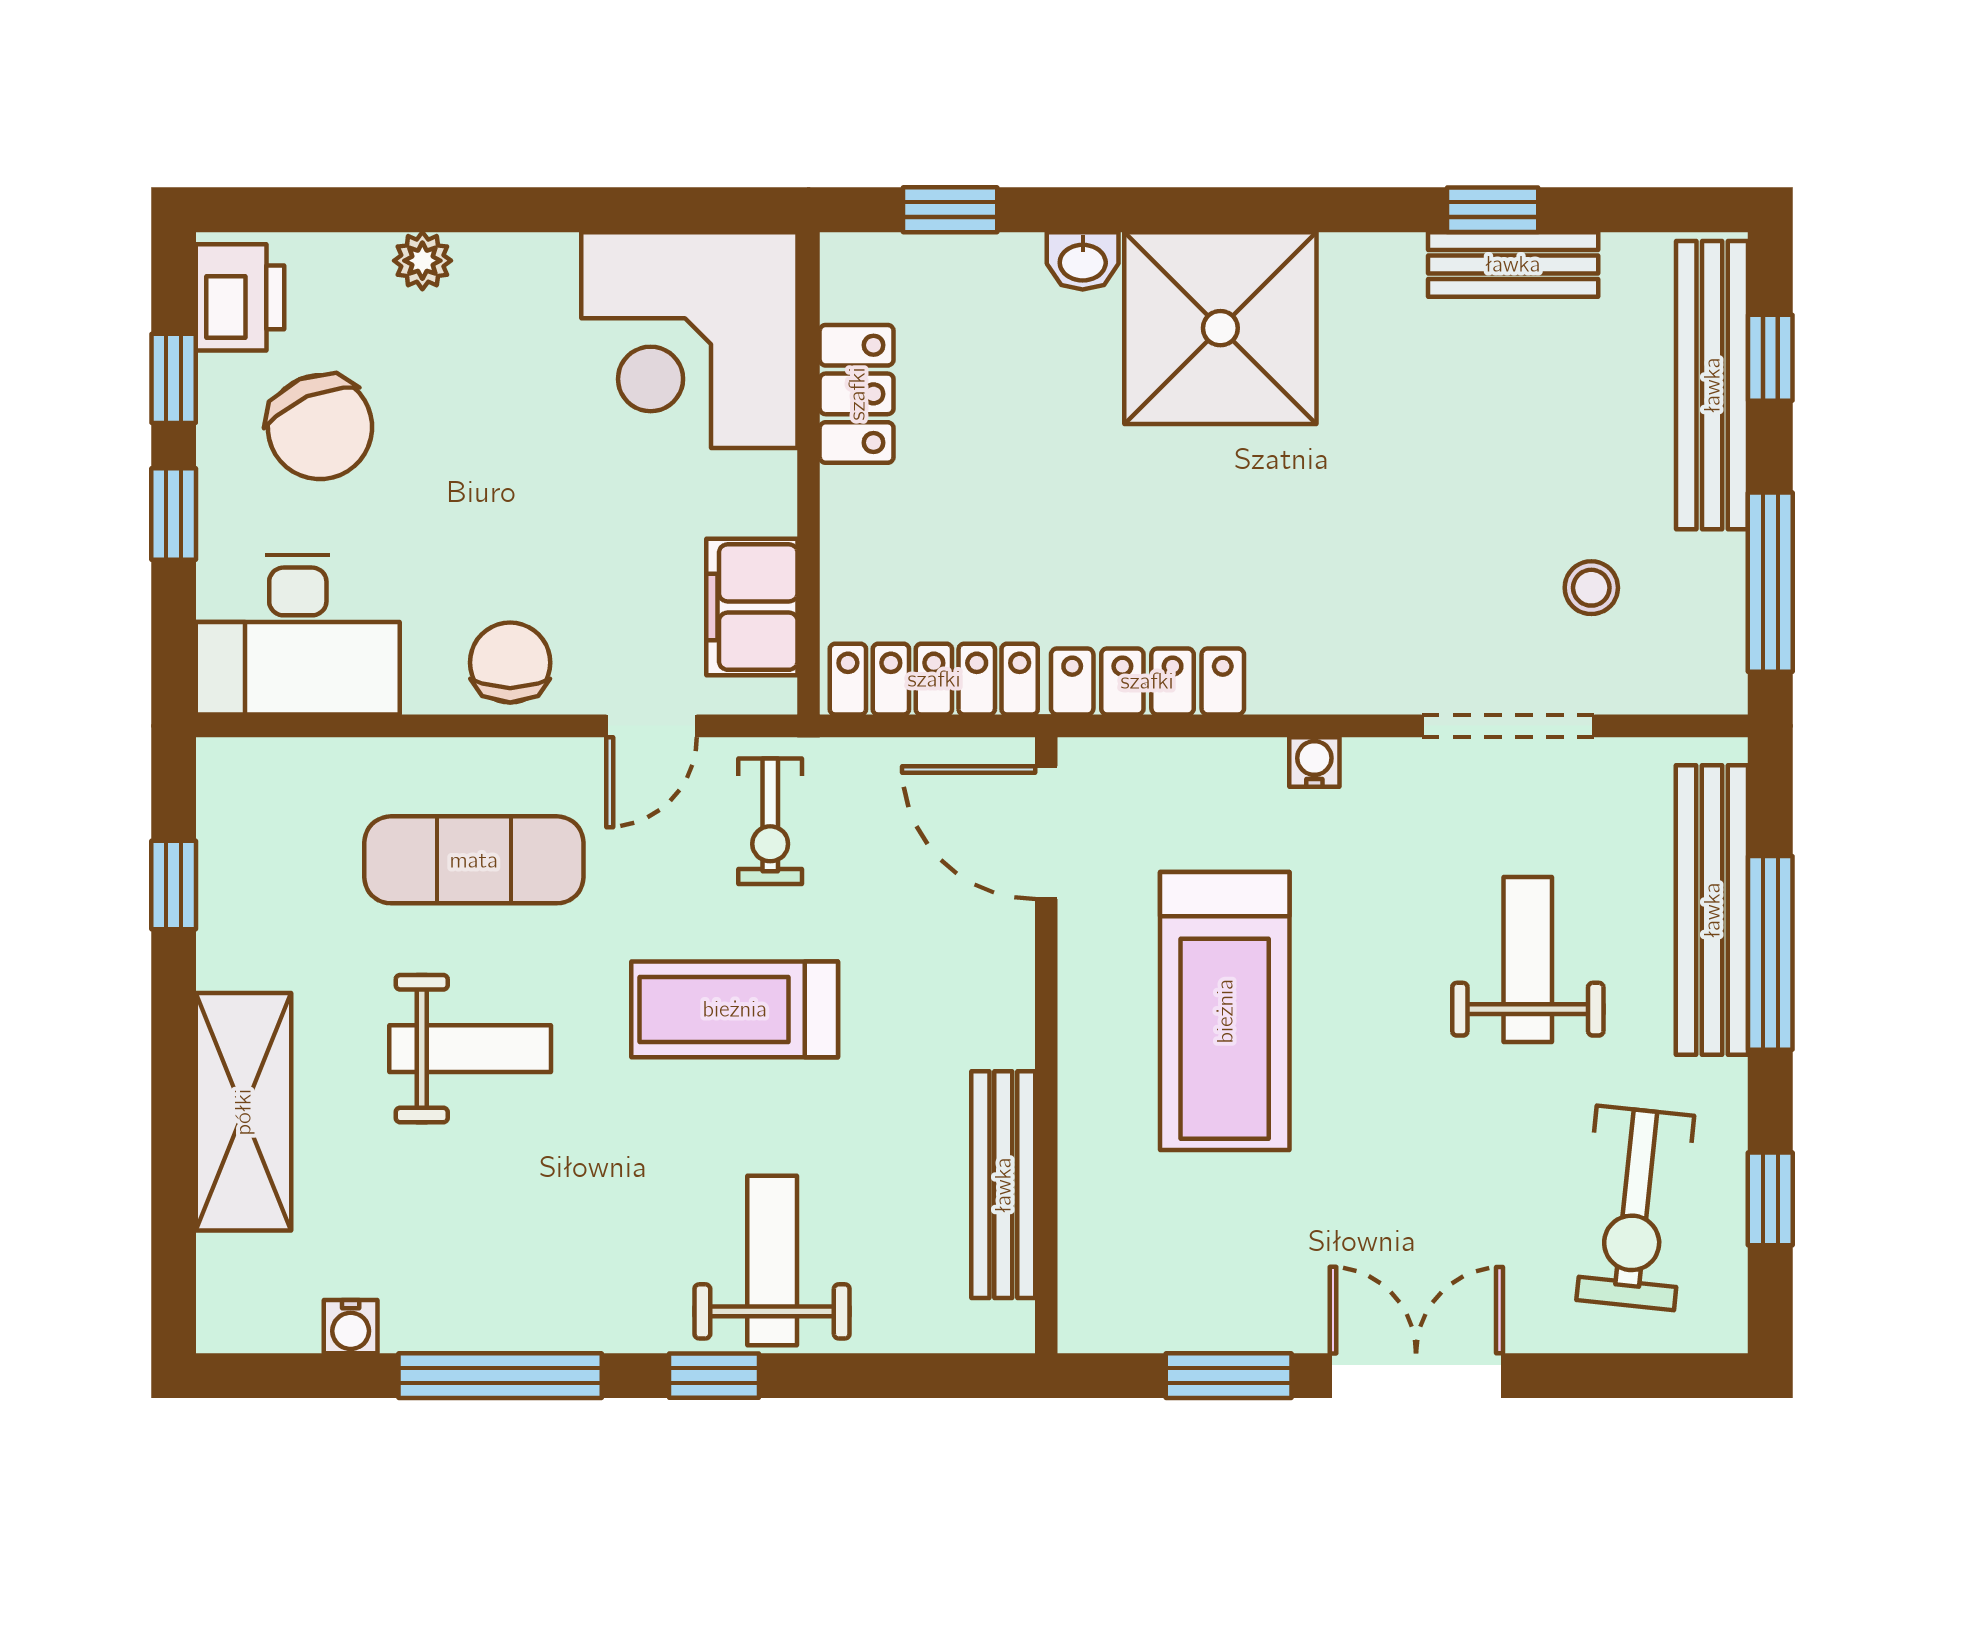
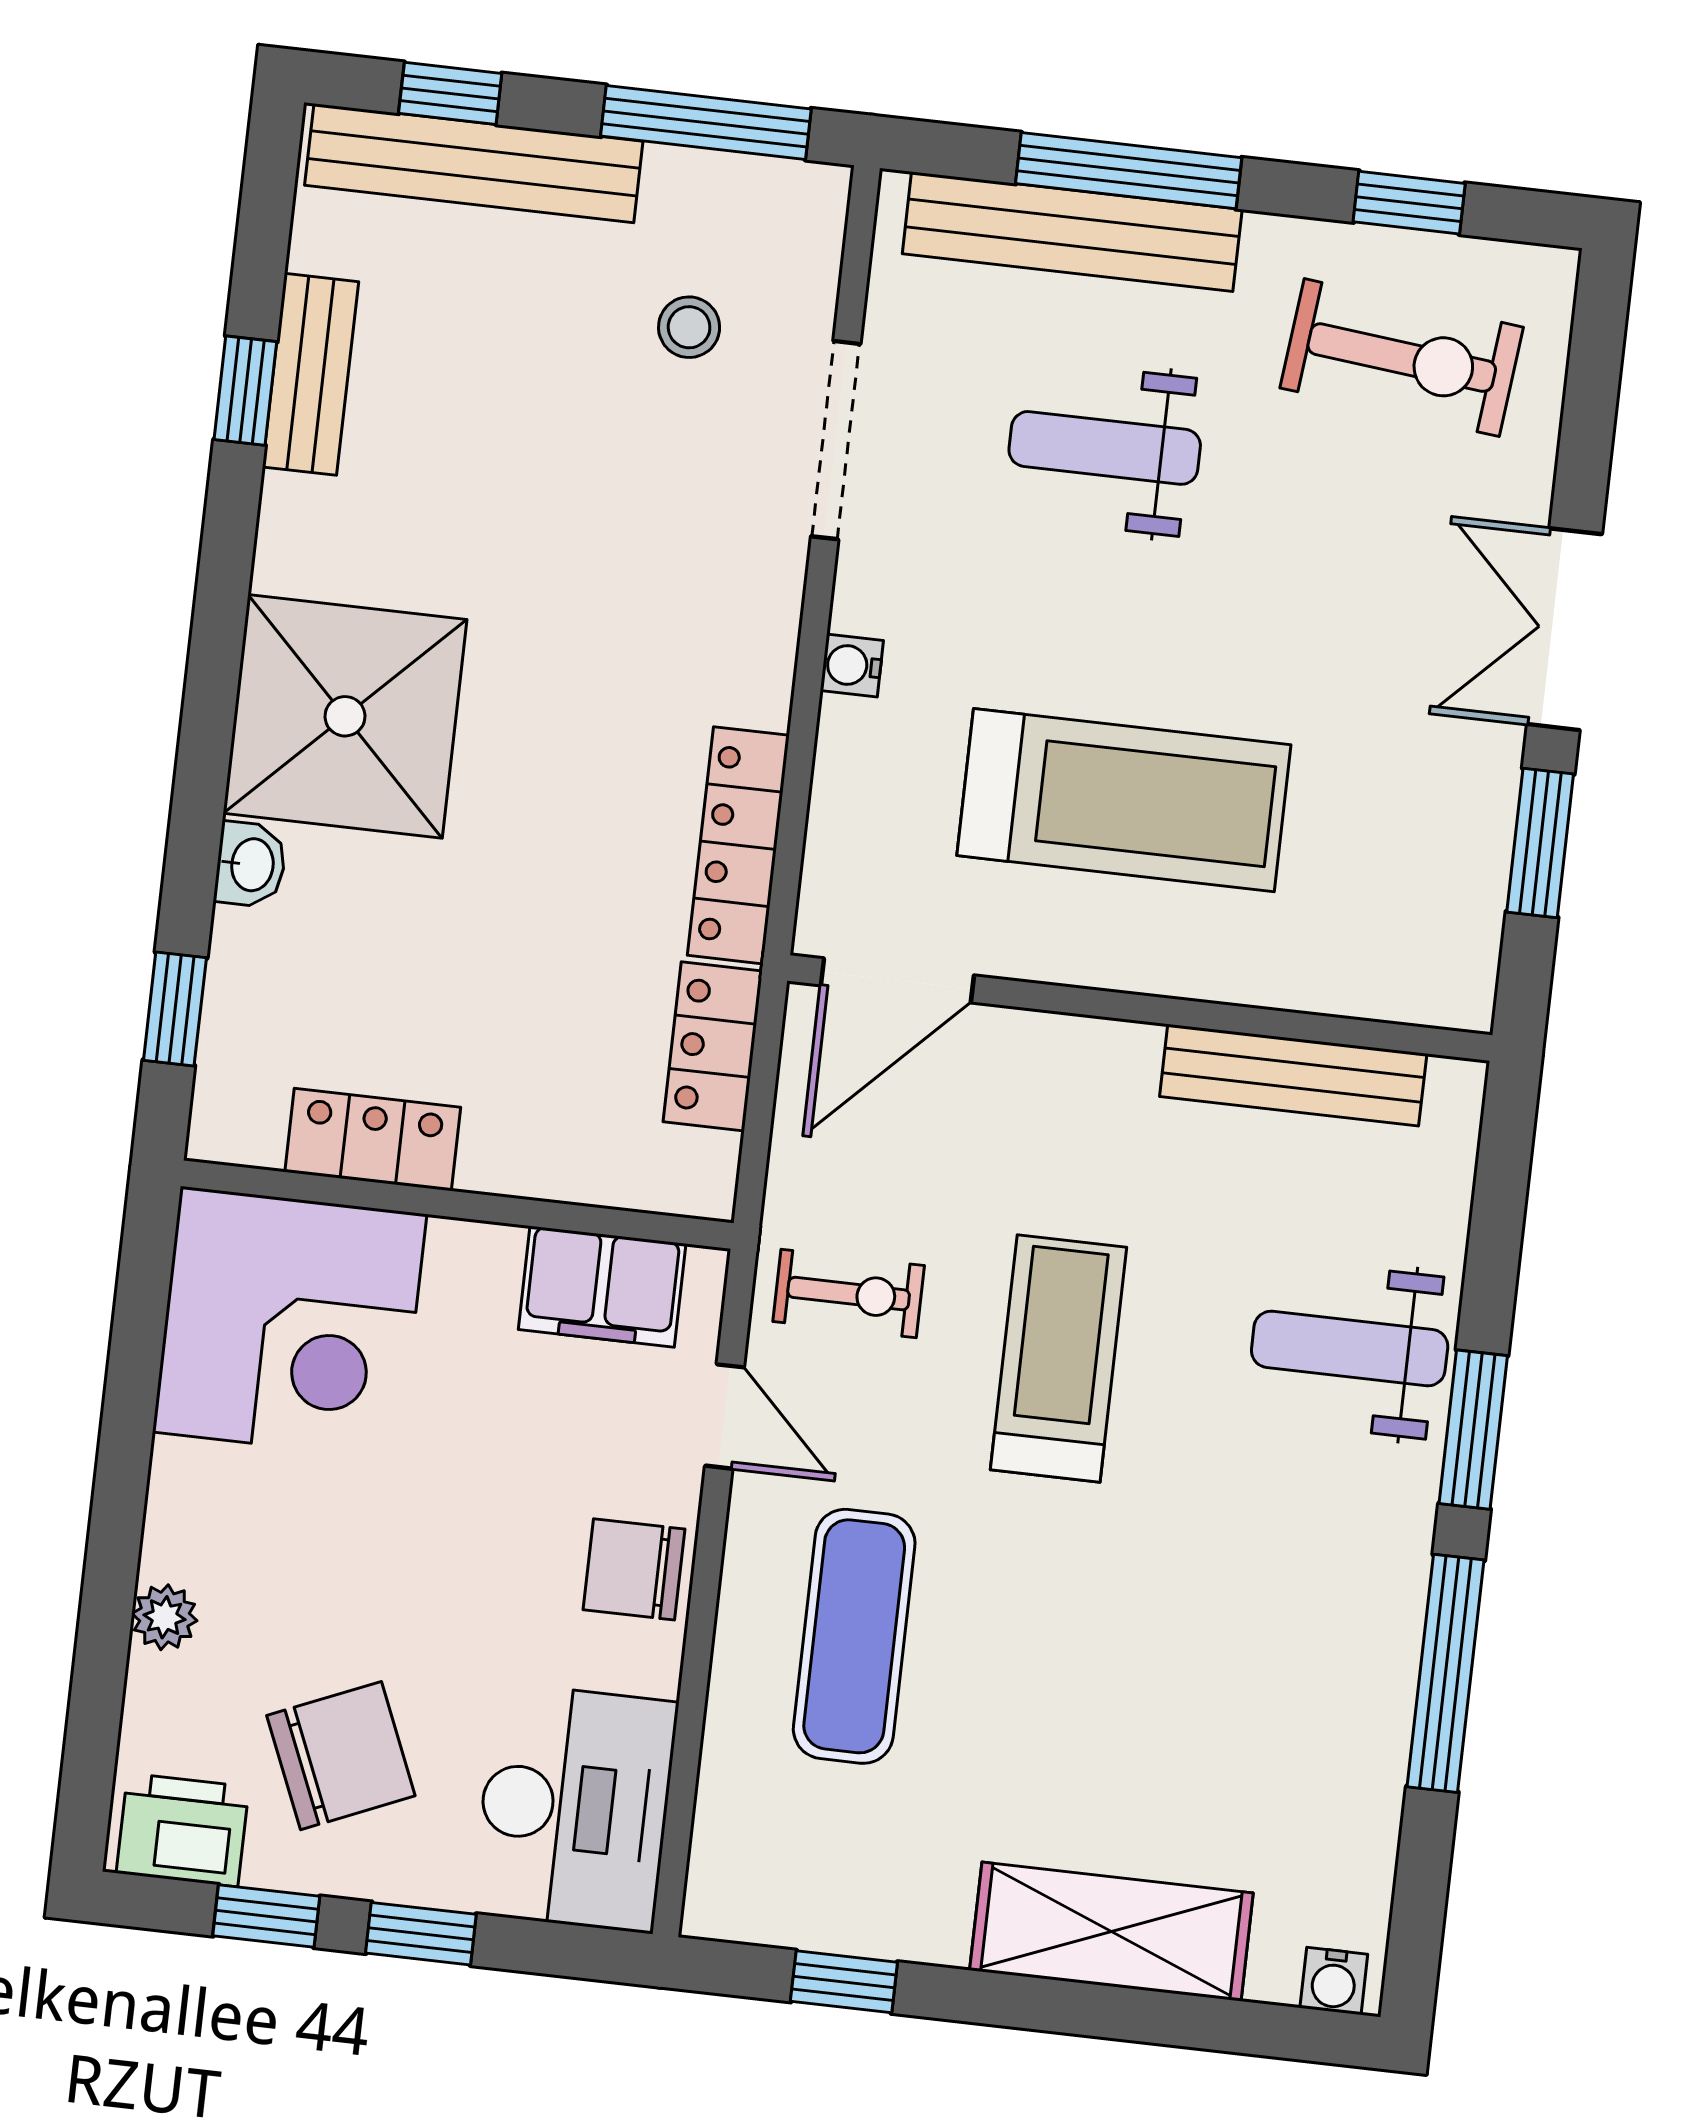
locker: (934, 679) -> (713, 1046), width x0.66
treadmill: (735, 1009) -> (1059, 1359), turned 180
weight bench: (470, 1049) -> (1069, 1665), removed
water cooler: (351, 1327) -> (1334, 1981), moved, turned 90
window: (714, 1376) -> (1473, 1430), width x1.50

